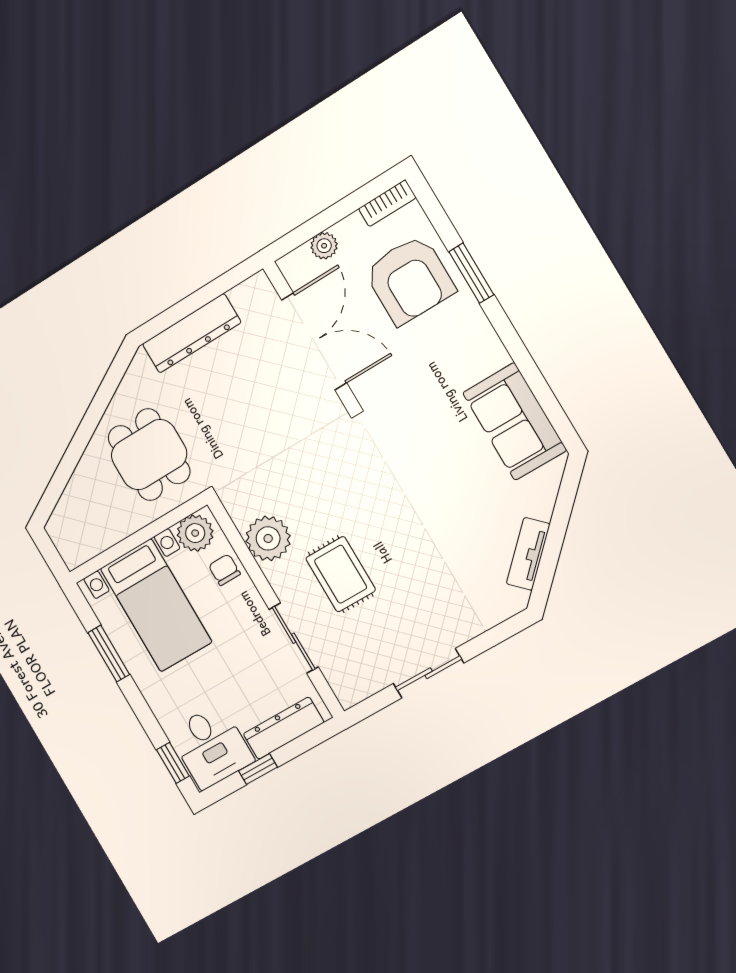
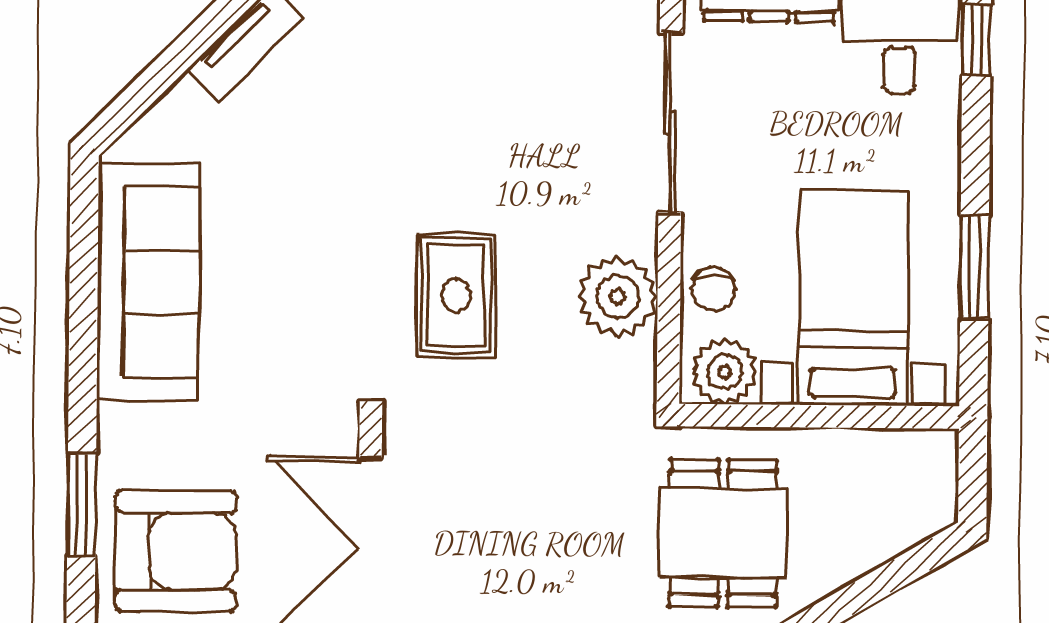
armchair: (410, 280) -> (176, 551), turned 90
sofa: (515, 421) -> (148, 282), width x1.36
rug: (341, 574) -> (456, 296), moved
sliding door: (294, 638) -> (670, 123), width x1.37

